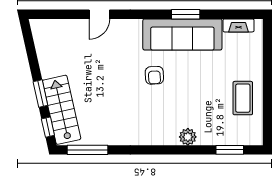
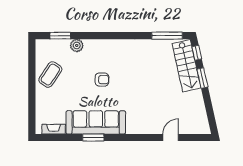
door: (99, 14) -> (171, 138), moved
armchair: (154, 75) -> (102, 80), moved, turned 93
coffee table: (243, 98) -> (50, 75), turned 34
plant: (188, 137) -> (77, 45), moved

